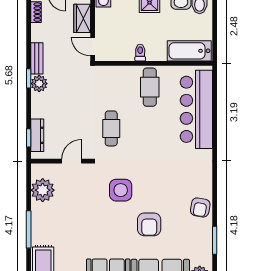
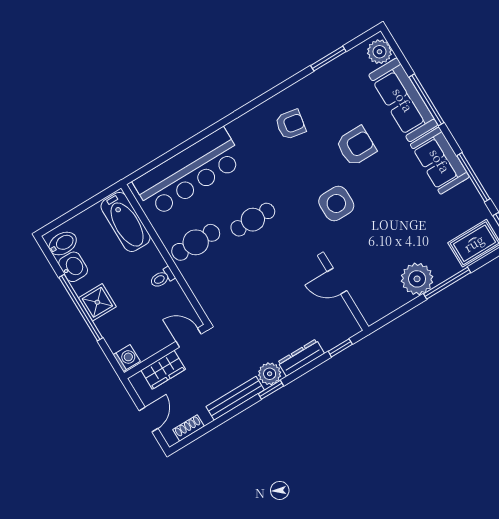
door: (93, 46) -> (189, 338), swing flipped
bench: (37, 58) -> (235, 398), width x1.36
cafe table: (111, 128) -> (253, 220), moved
dresser: (37, 135) -> (301, 358), moved
plant: (43, 190) -> (417, 279), moved
armchair: (200, 207) -> (291, 124), moved

